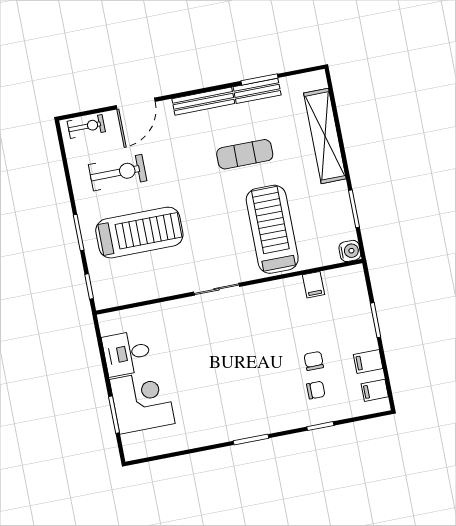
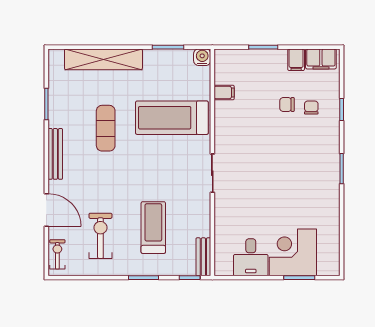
bench: (257, 91) -> (203, 257), moved
treadmill: (139, 233) -> (153, 228), width x0.73, depth x0.73
filing cabinet: (375, 390) -> (321, 59), width x2.00

